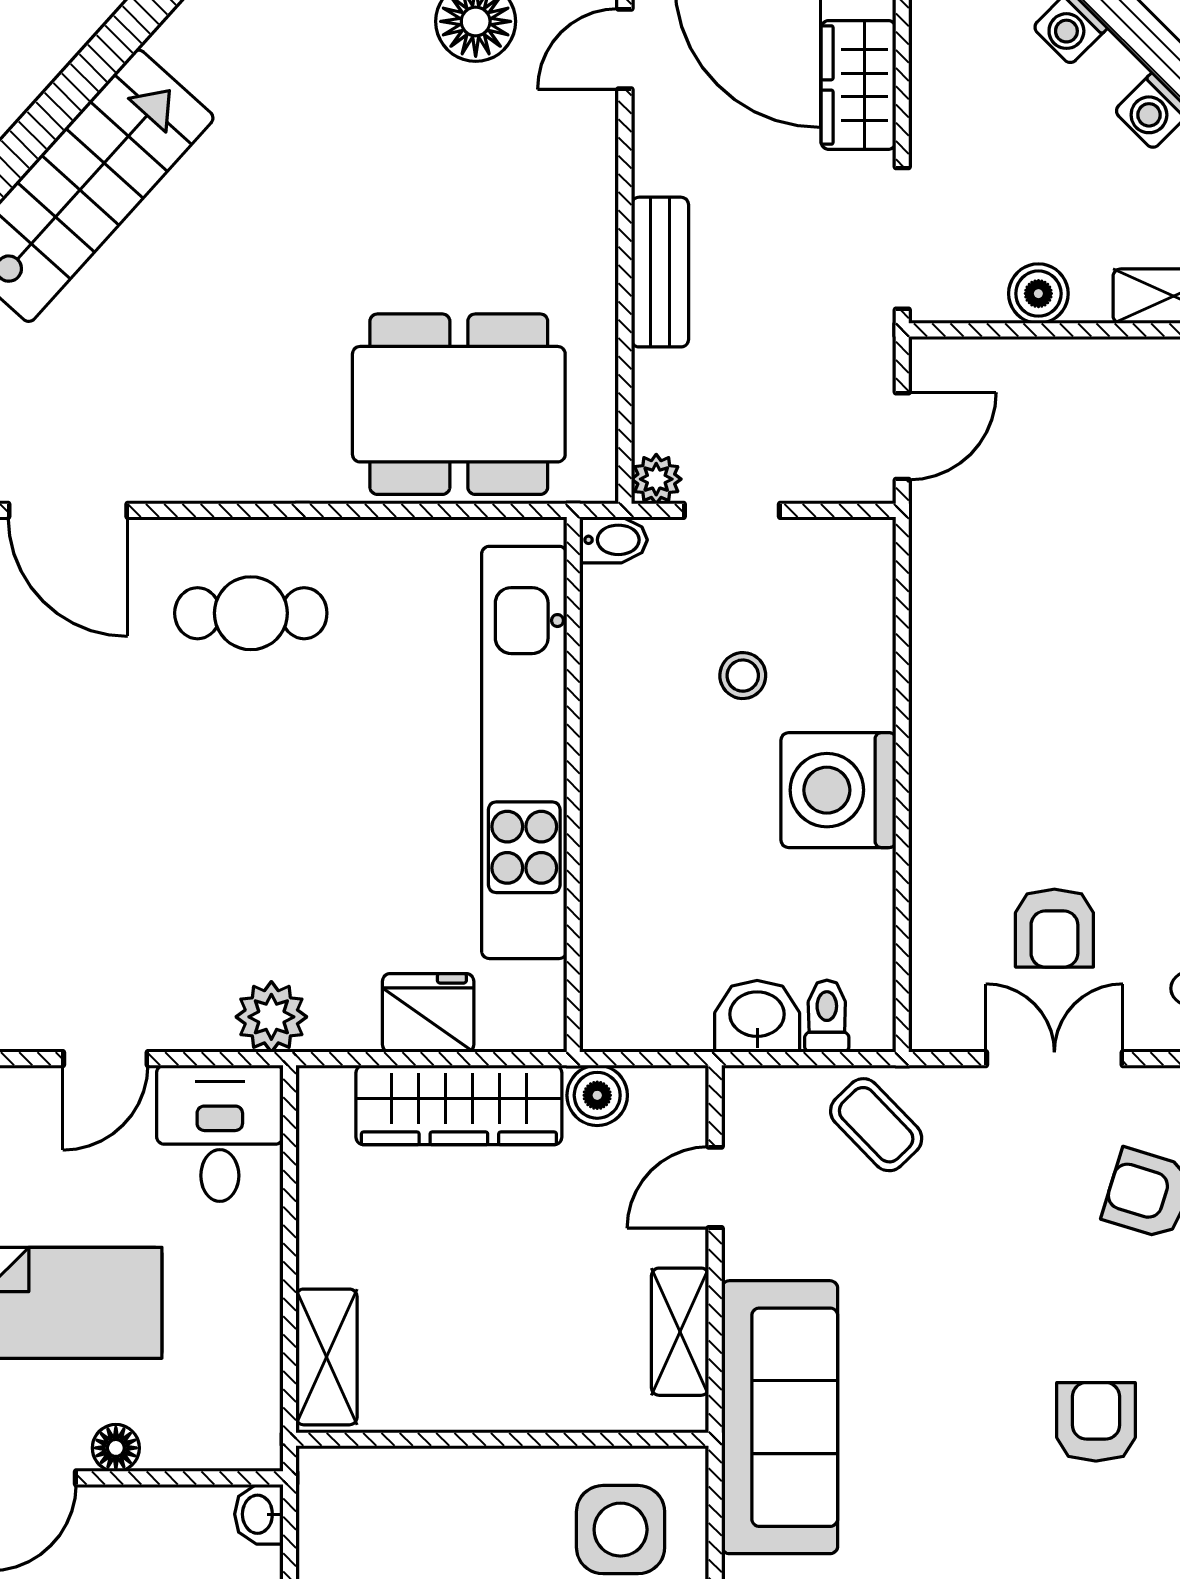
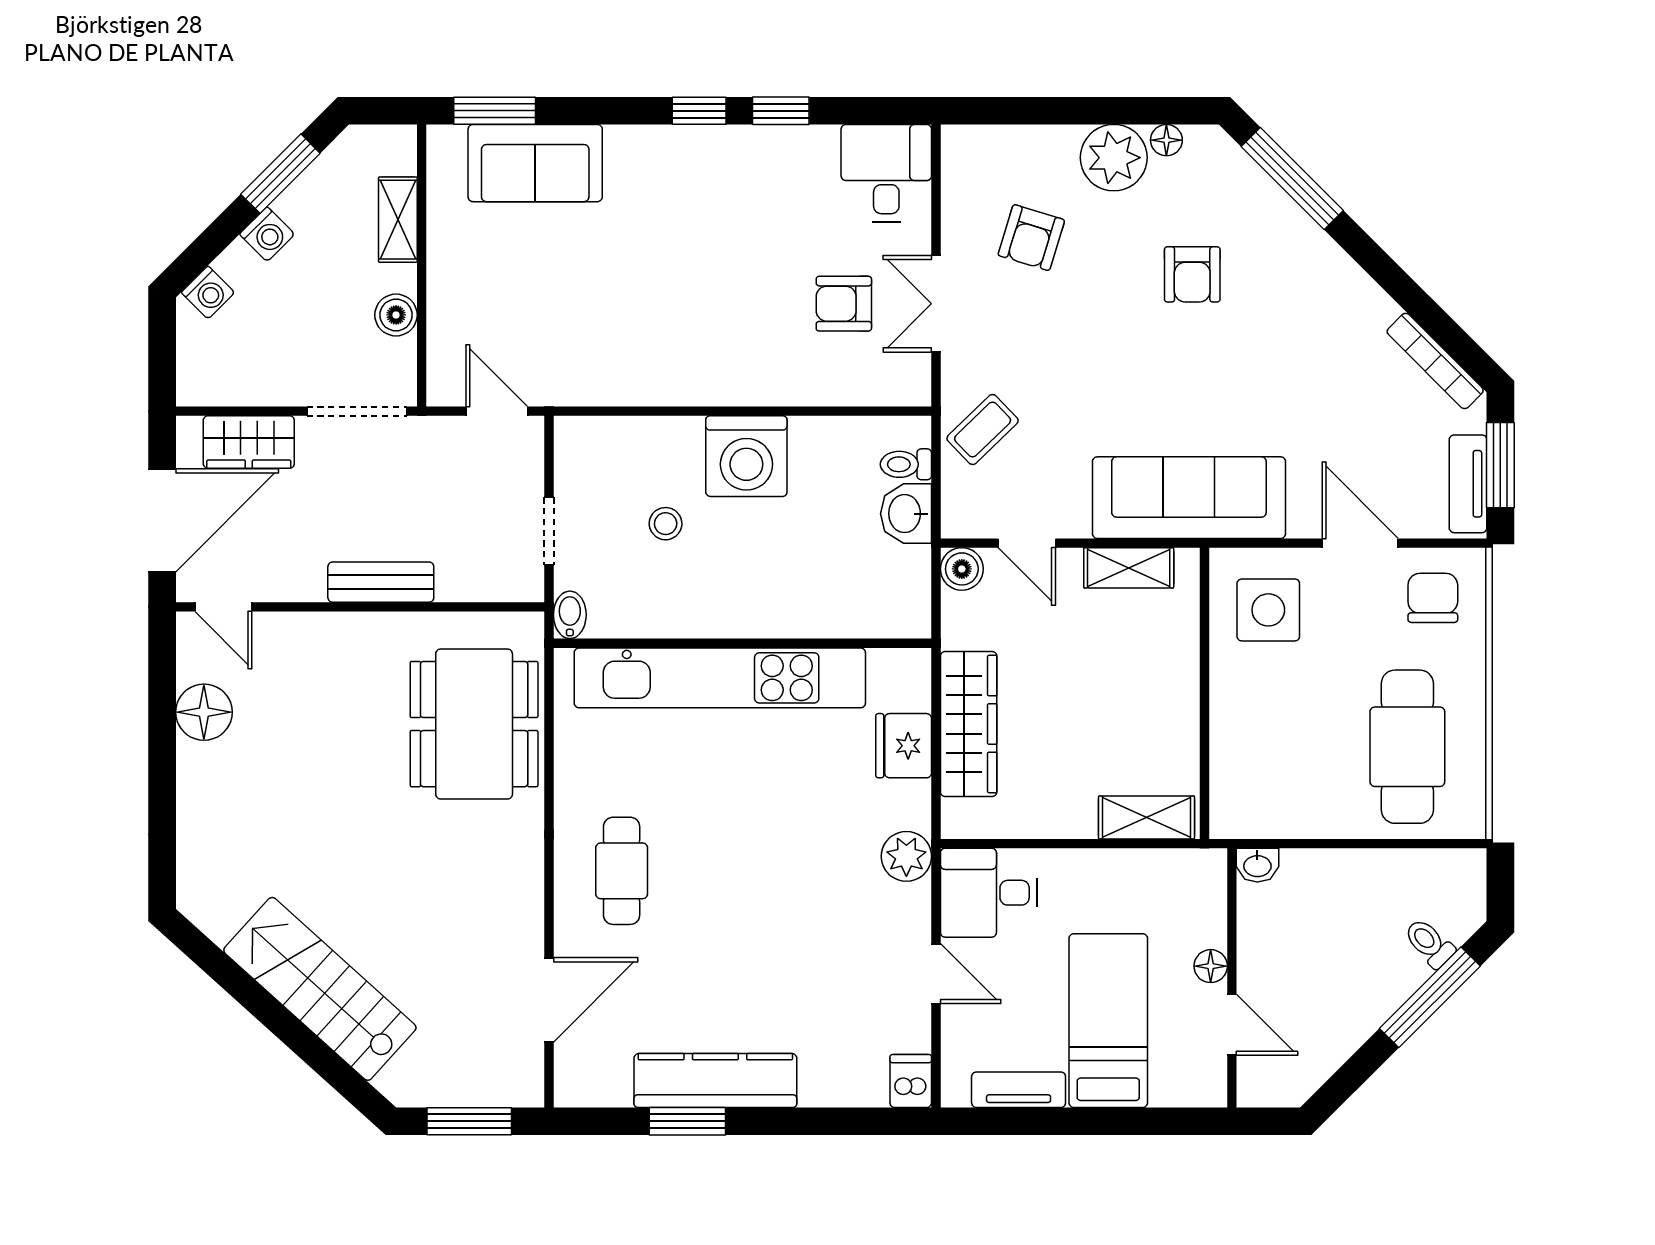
plant: (656, 479) -> (527, 585), removed
armchair: (1054, 928) -> (844, 304), turned 180
boiler: (597, 1095) -> (962, 569), moved
armchair: (1096, 1422) -> (1192, 274), turned -90

